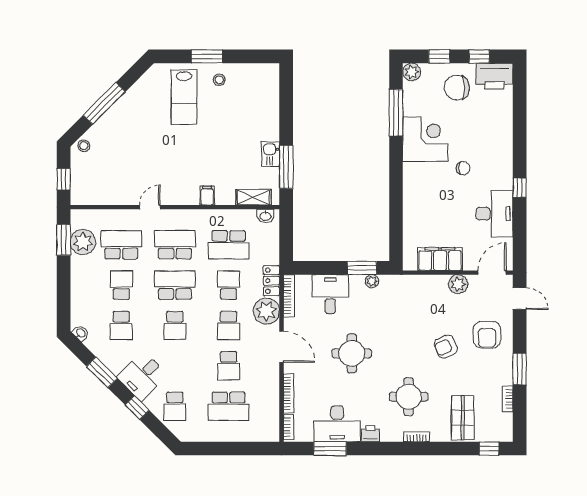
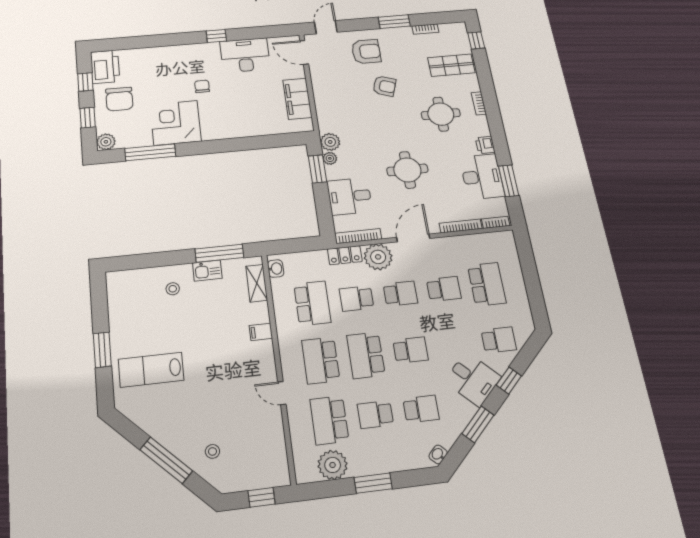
stool: (219, 80) -> (173, 289), moved
lab bench: (184, 97) -> (151, 370), turned 180
stool: (84, 146) -> (212, 451), moved
window: (64, 240) -> (373, 483), moved
plant: (458, 284) -> (330, 142), moved
armchair: (446, 347) -> (384, 86), turned -47

